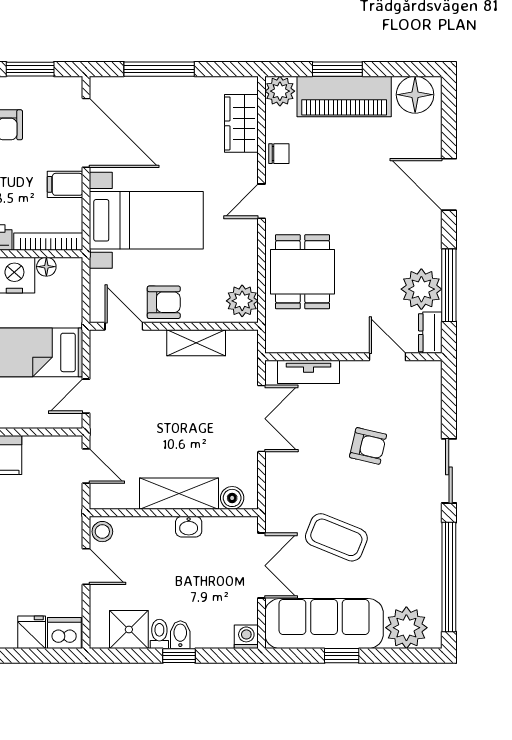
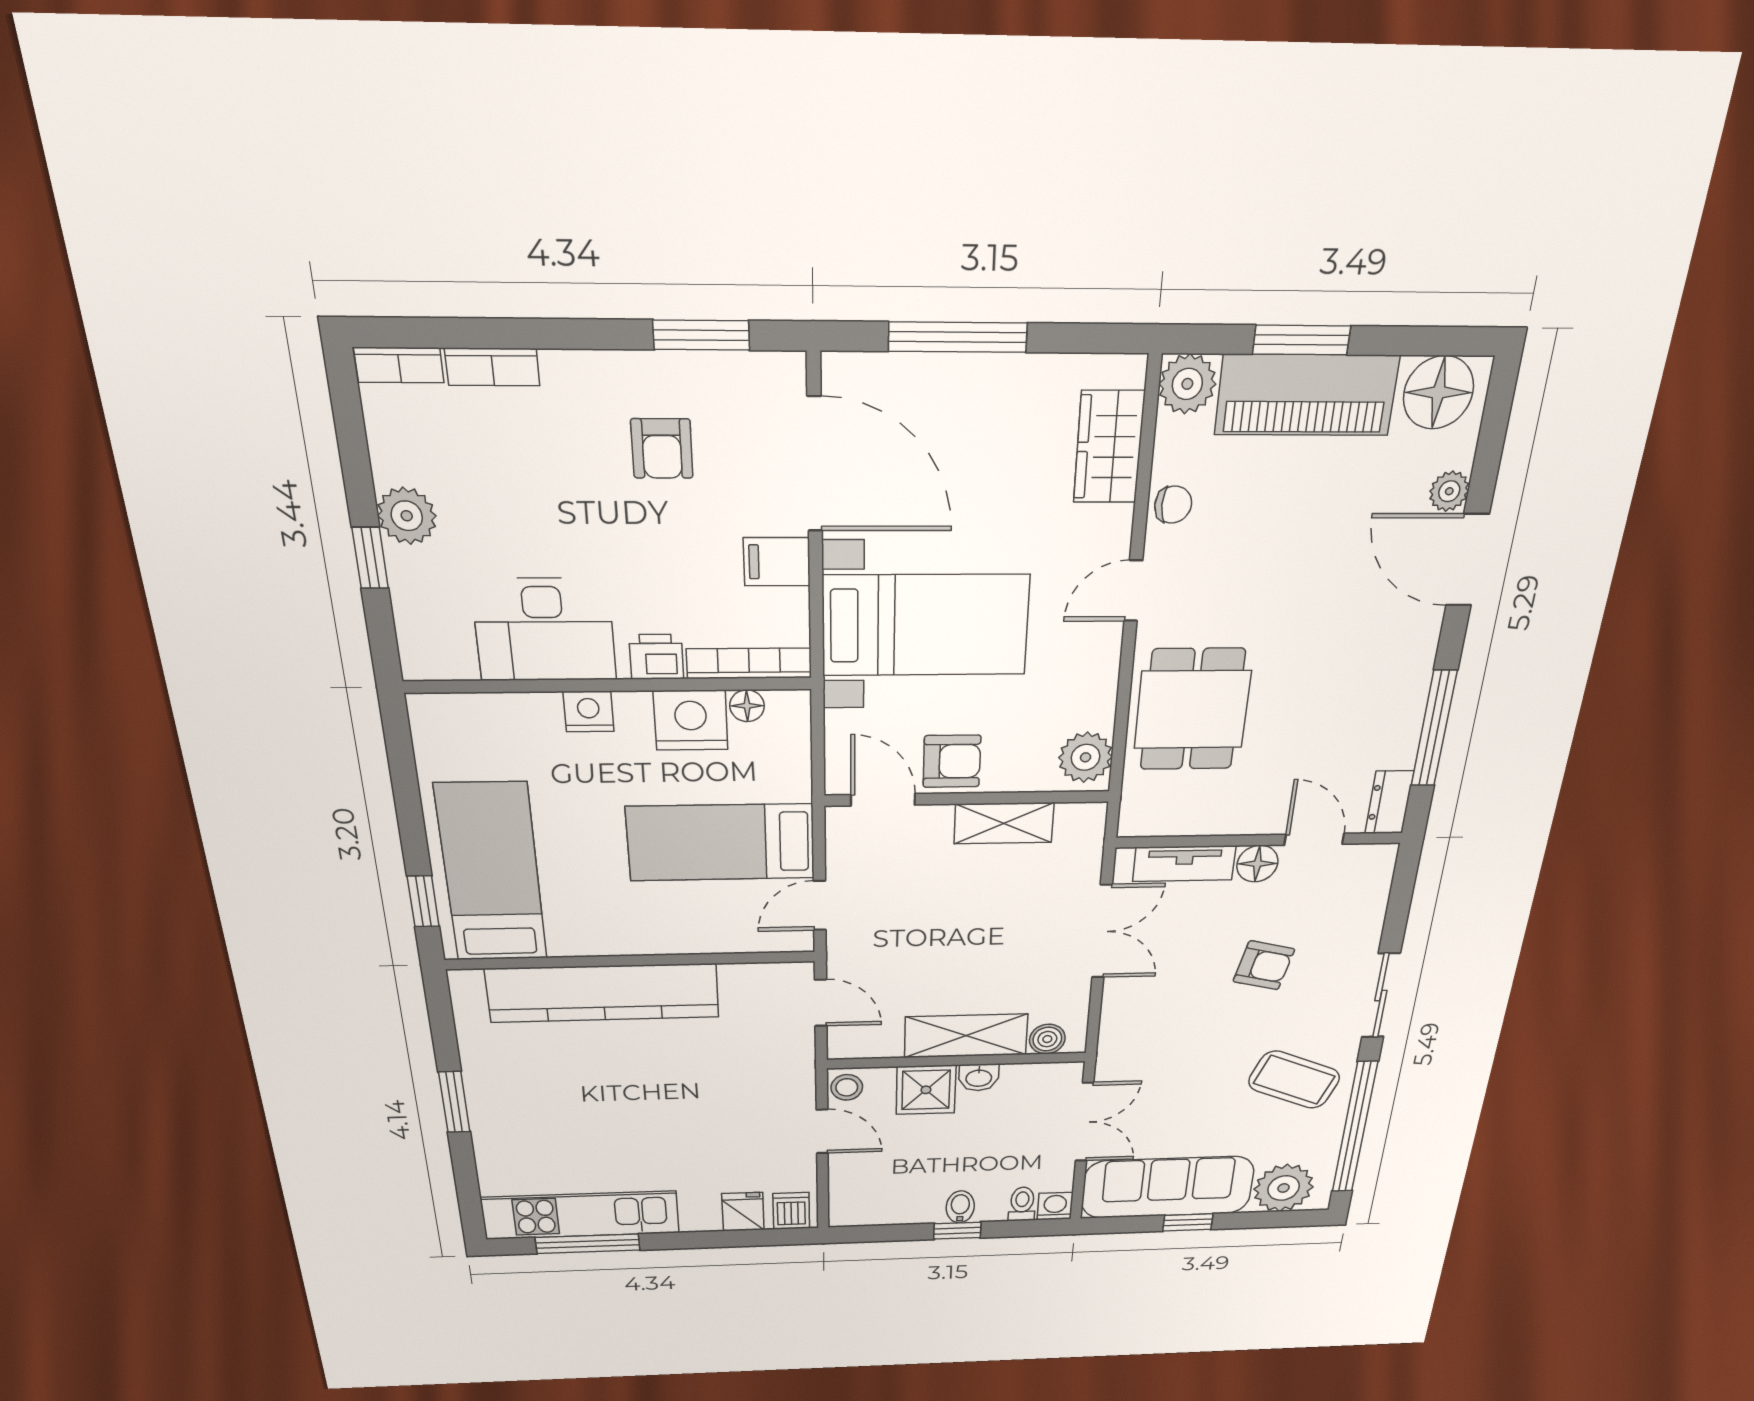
plant: (421, 289) -> (1449, 491), moved, width x0.53, depth x0.53
floor lamp: (354, 373) -> (1257, 864), added
coffee table: (336, 537) -> (1294, 1080), moved
shower: (129, 630) -> (926, 1090), moved
dishwasher: (64, 633) -> (791, 1211), width x0.73
toilet: (159, 634) -> (1022, 1204), moved

